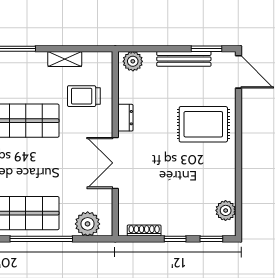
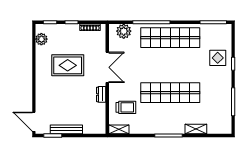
shelving: (65, 59) -> (119, 129), moved
plant: (133, 61) -> (97, 128), removed
rug: (203, 124) -> (68, 65), moved

